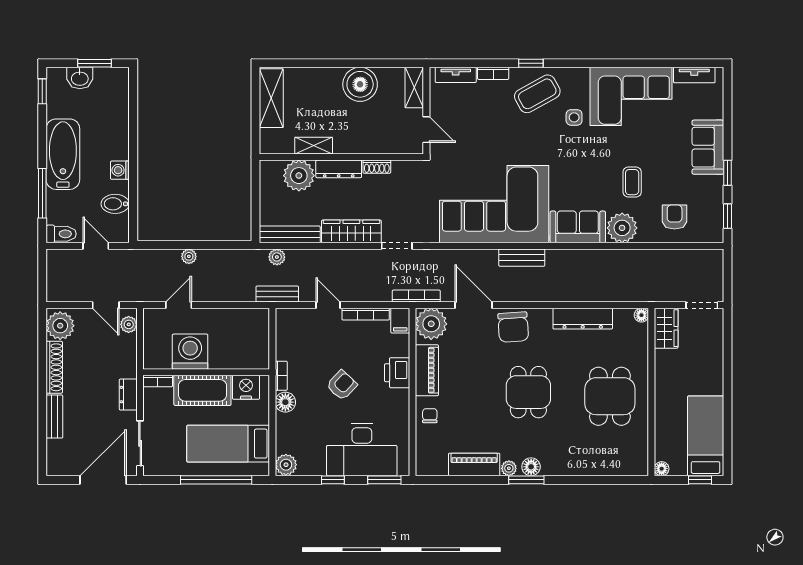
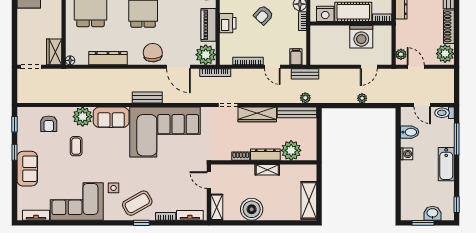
shelving: (314, 146) -> (267, 170), moved
bathtub: (63, 154) -> (446, 164), width x0.73, depth x0.73
filing cabinet: (400, 321) -> (296, 57), moved

